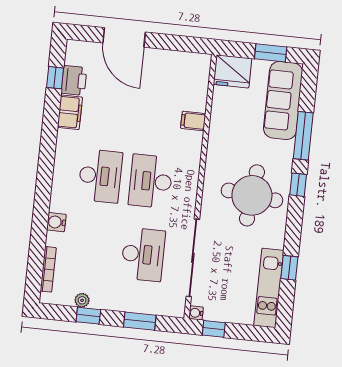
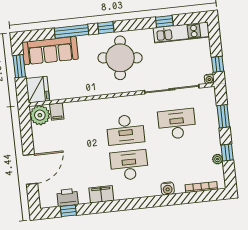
plant: (196, 67) -> (40, 115), added
filing cabinet: (70, 112) -> (101, 194), moved
filing cabinet: (193, 121) -> (57, 112), moved

